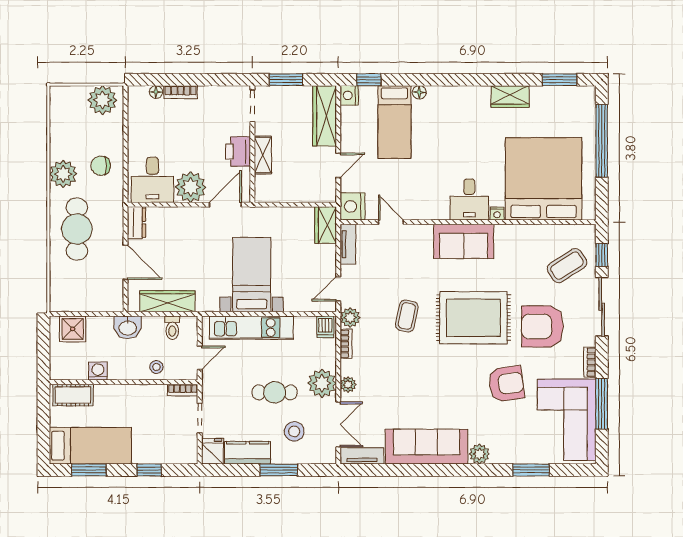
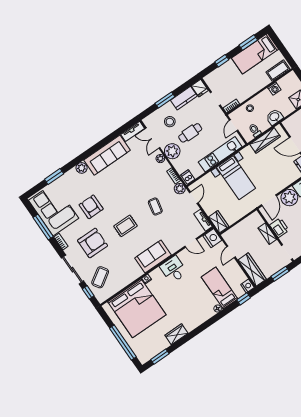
desk: (469, 200) -> (173, 269), moved
rug: (473, 318) -> (126, 226), width x0.54, depth x0.49
armchair: (506, 384) -> (91, 207), turned 98

